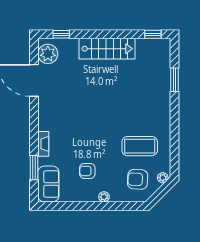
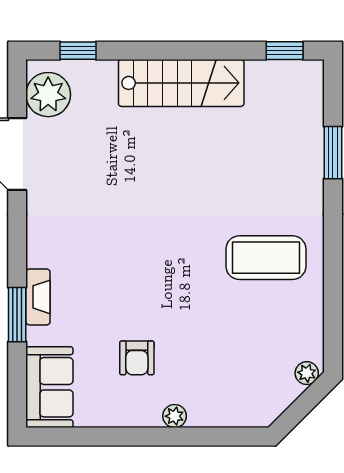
coffee table: (140, 146) -> (266, 258), moved
window: (34, 168) -> (17, 315), moved
armchair: (87, 171) -> (137, 358), turned -90
armchair: (138, 179) -> (250, 377), removed

